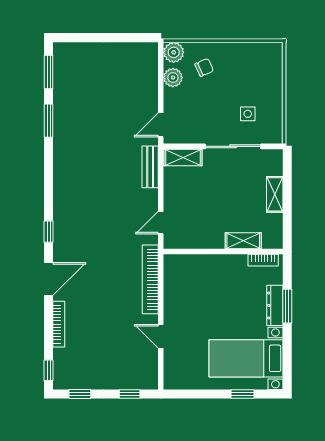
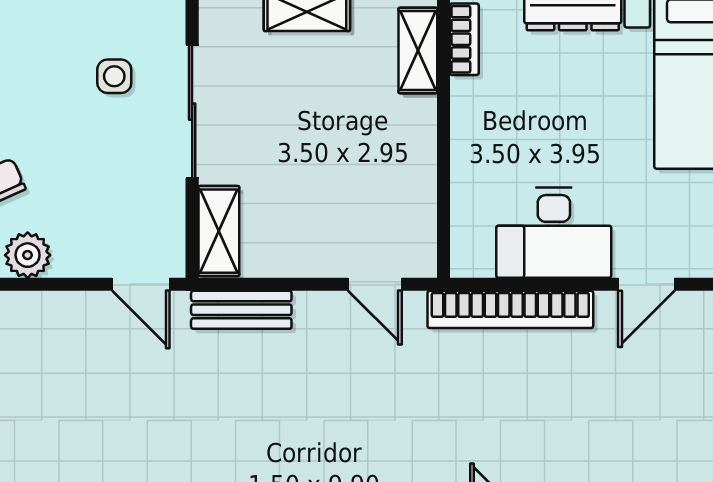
shelving: (243, 241) -> (418, 50), moved
desk: (182, 298) -> (554, 233), added

